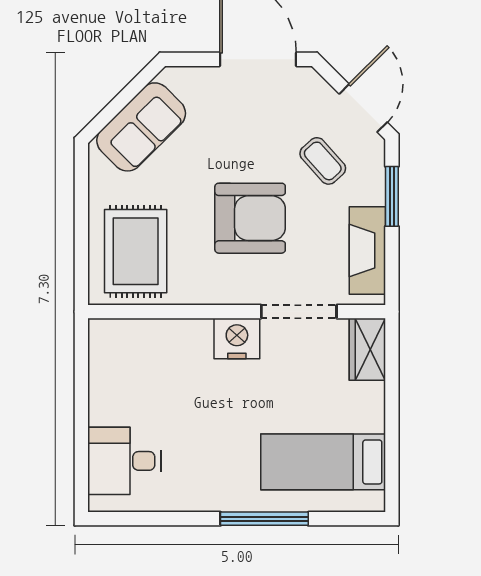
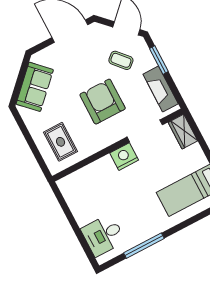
armchair: (250, 218) -> (103, 102), turned -90
rug: (136, 251) -> (61, 142), width x0.73, depth x0.70
window: (264, 519) -> (144, 246), moved

